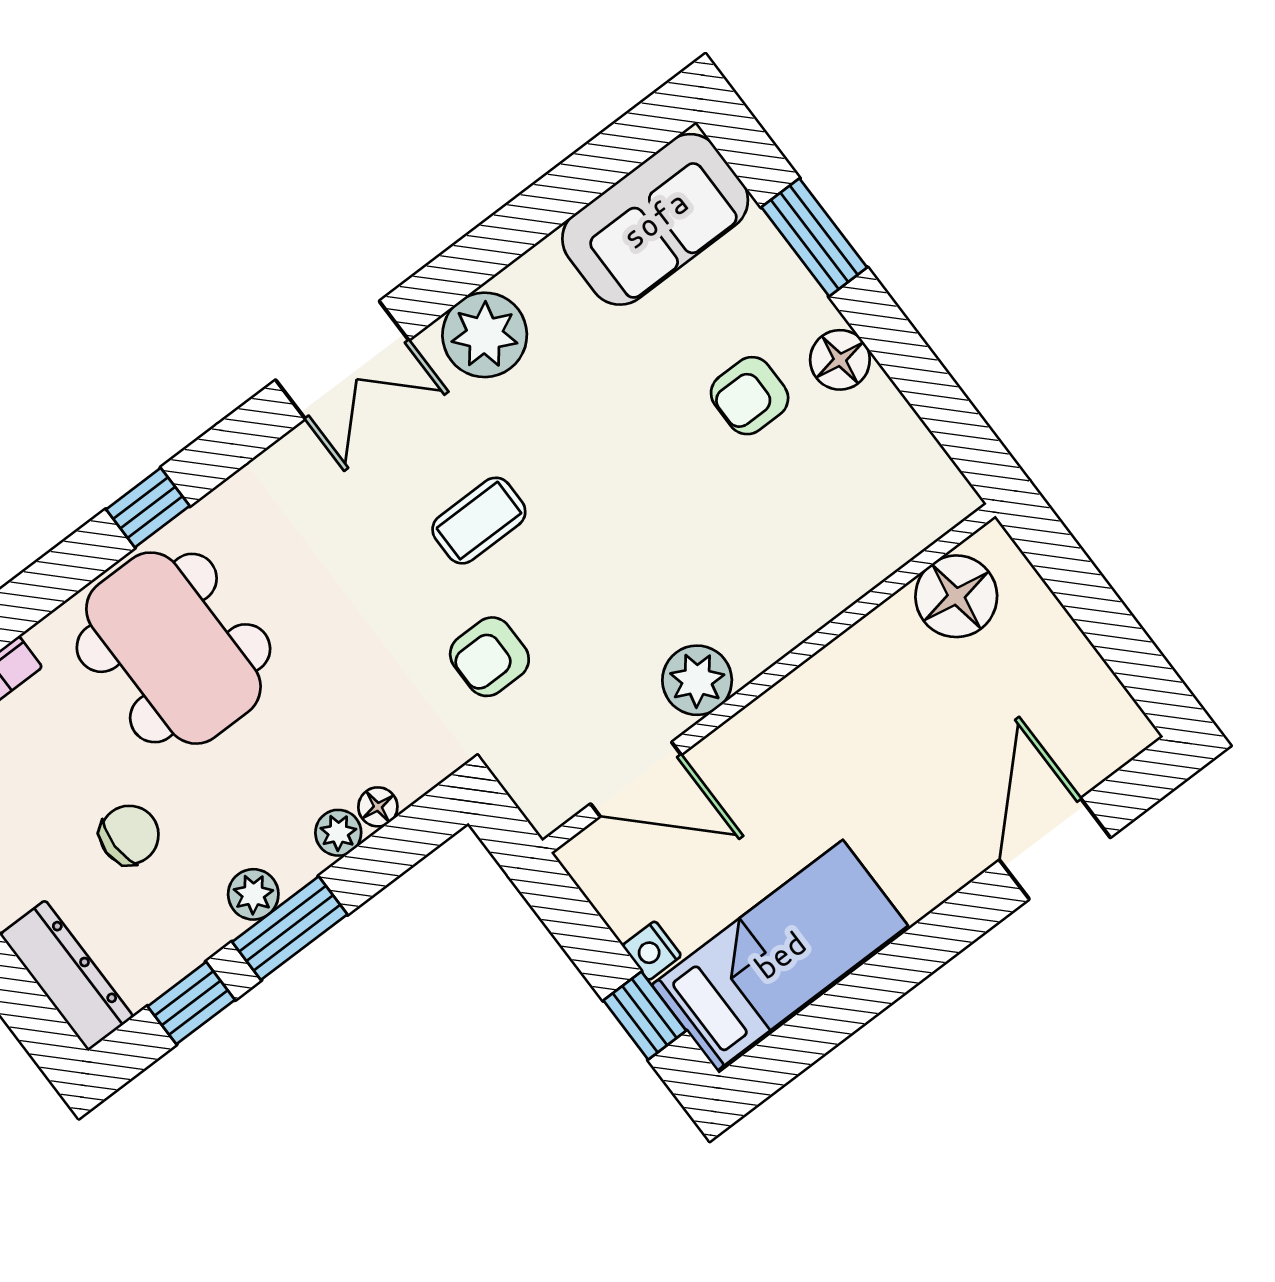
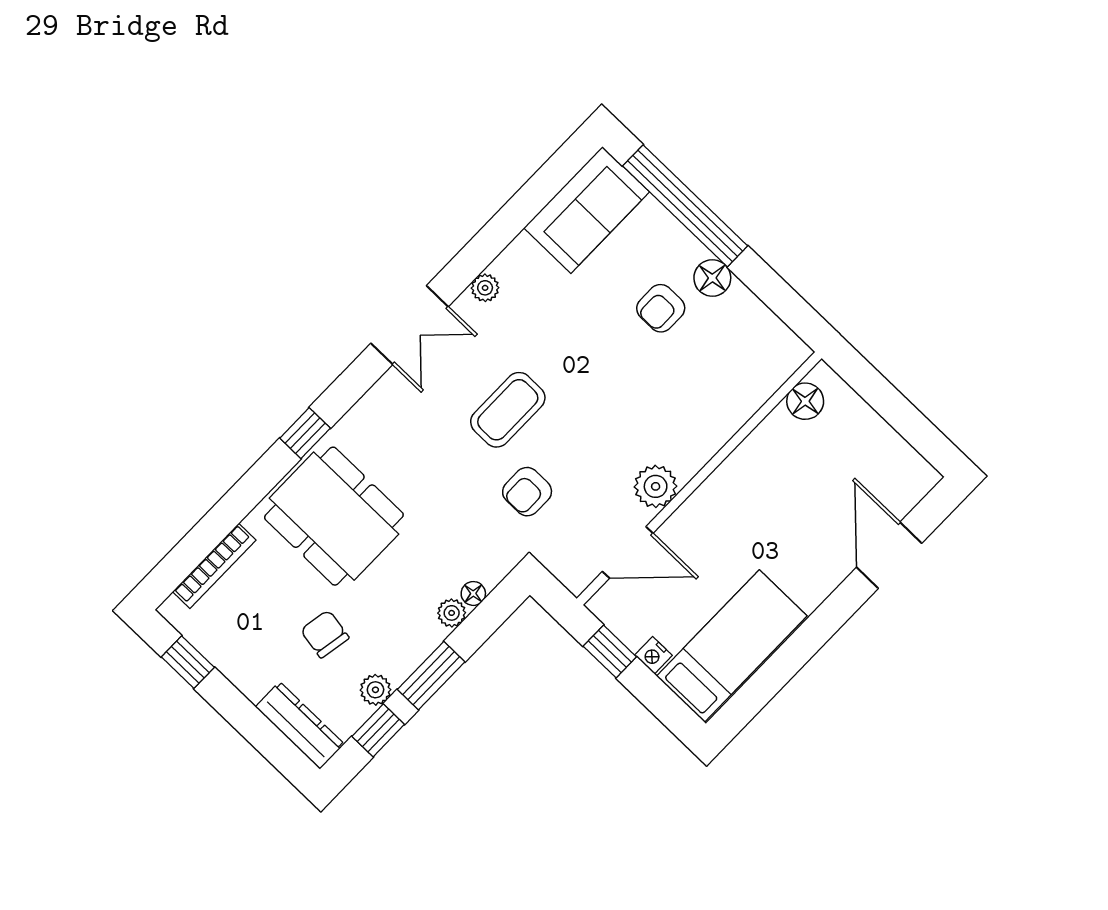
window: (814, 237) -> (685, 206), width x2.11
plant: (485, 335) -> (485, 288), width x0.53, depth x0.53
coffee table: (479, 521) -> (508, 410), width x1.36, depth x1.30
floor lamp: (956, 596) -> (805, 401), width x0.73, depth x0.73
chair: (129, 835) -> (325, 634), turned -80
plant: (253, 894) -> (375, 690), moved
window: (645, 1016) -> (610, 651), moved

